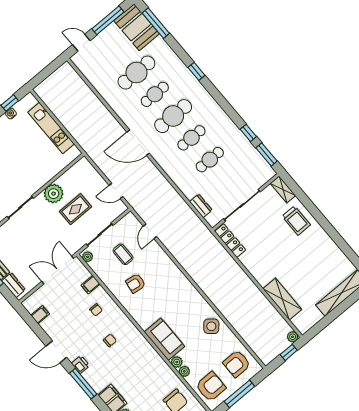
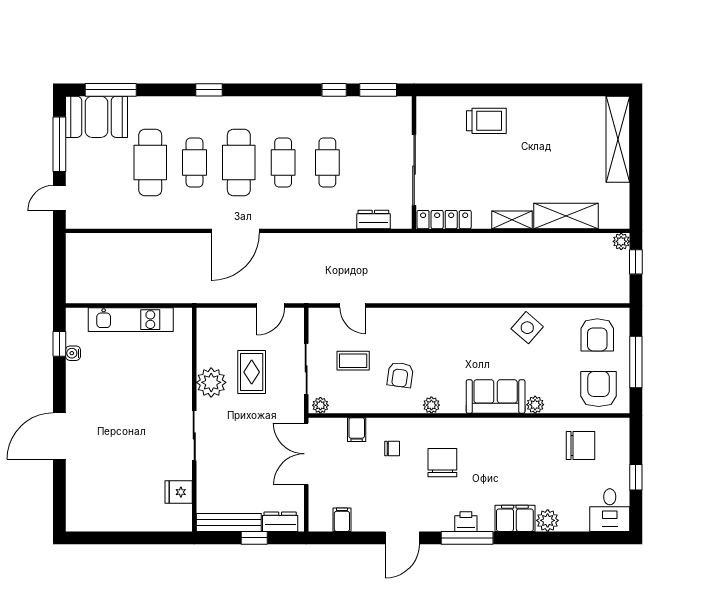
shelving: (283, 189) -> (512, 220), moved
chair: (110, 340) -> (442, 463), width x1.87, depth x1.87
printer: (81, 364) -> (466, 522), moved
plant: (184, 371) -> (431, 405), moved

